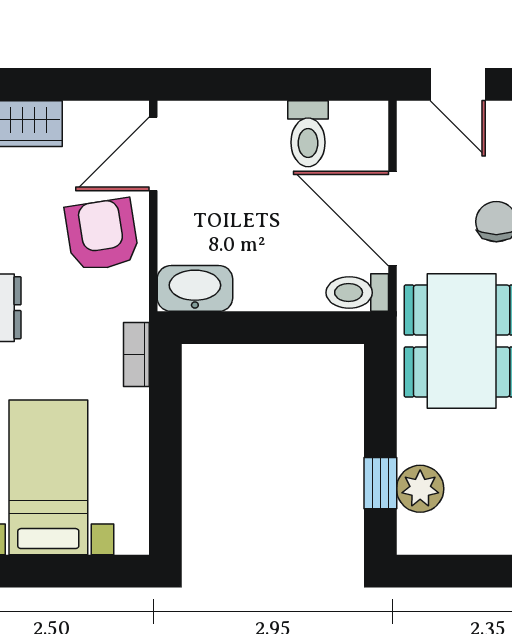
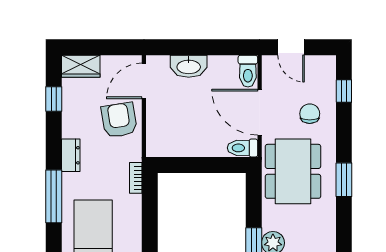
toilet: (308, 134) -> (248, 71), moved
washbasin: (195, 288) -> (189, 66), moved, turned 180

